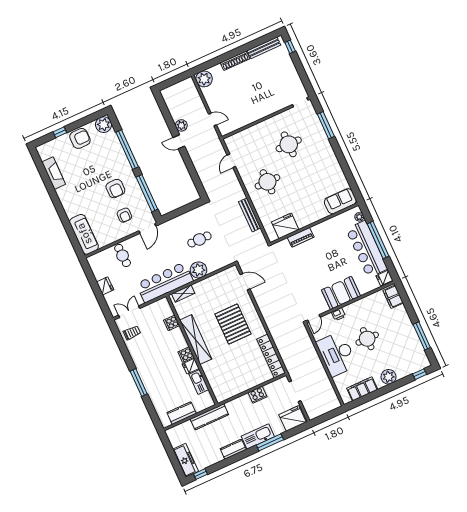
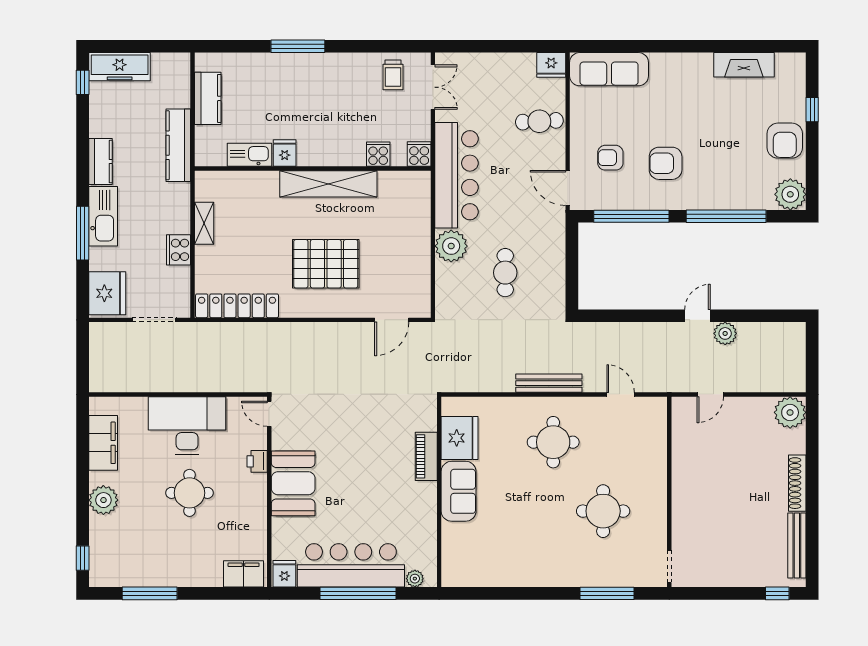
sofa: (340, 201) -> (459, 491), moved
bench: (250, 215) -> (549, 383), moved
fridge: (105, 286) -> (551, 65), moved
shelving: (183, 294) -> (204, 223), moved
cooker: (186, 355) -> (419, 154), moved

